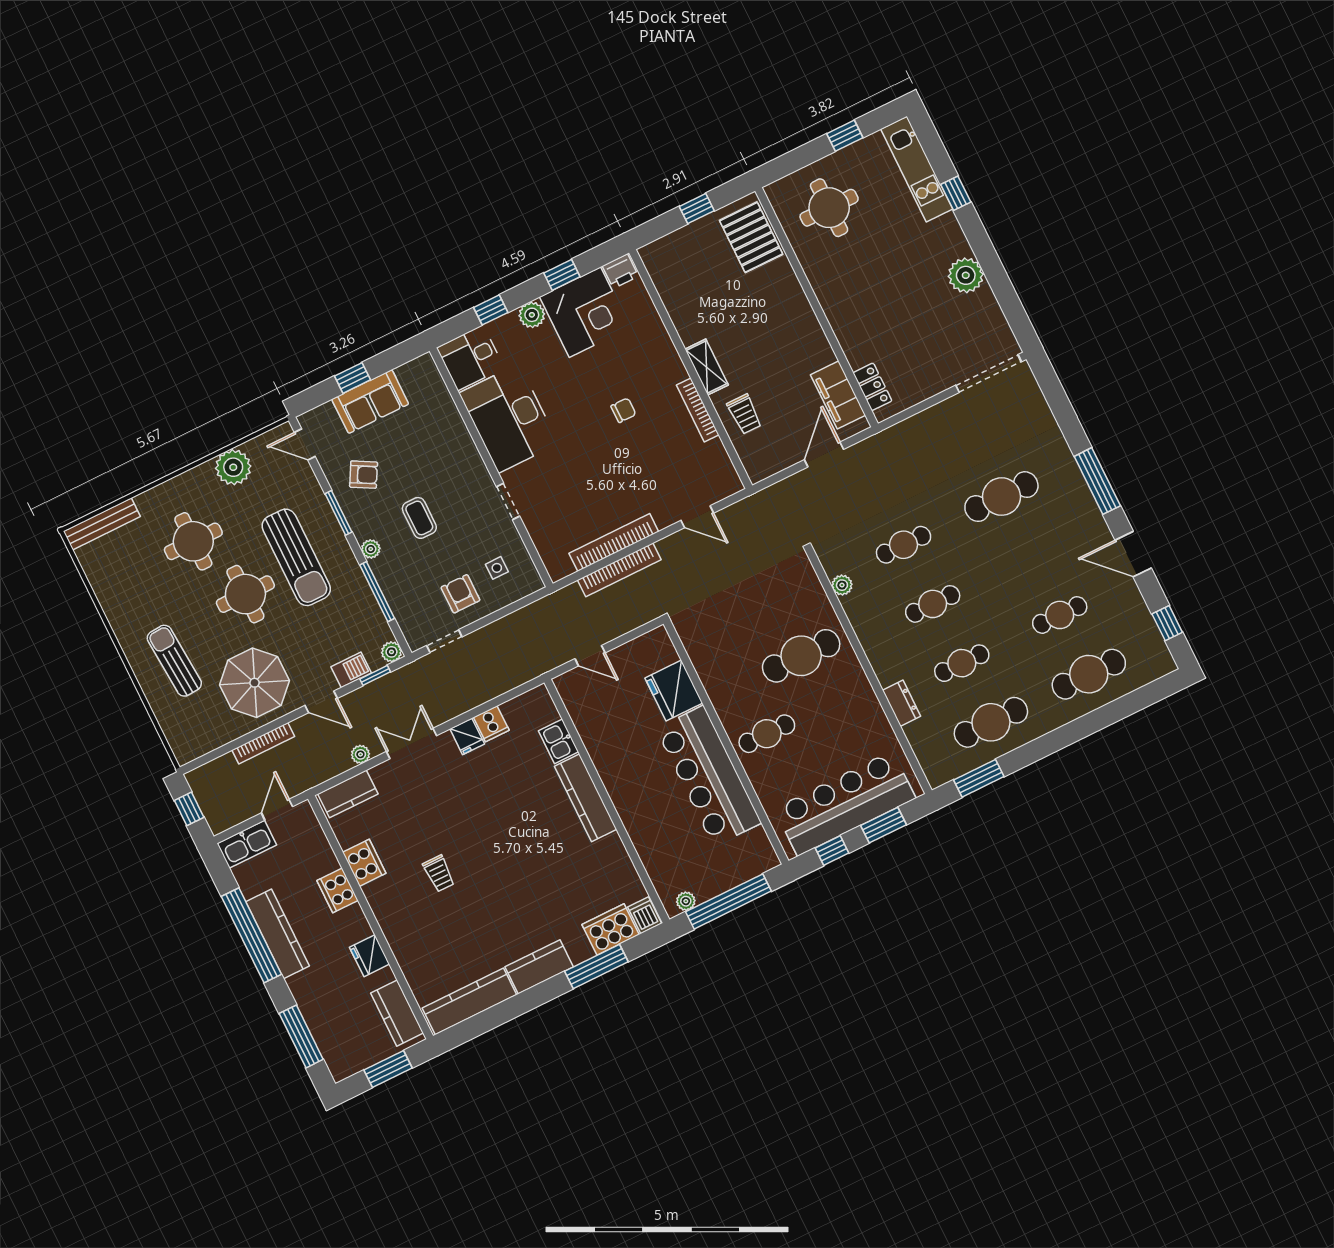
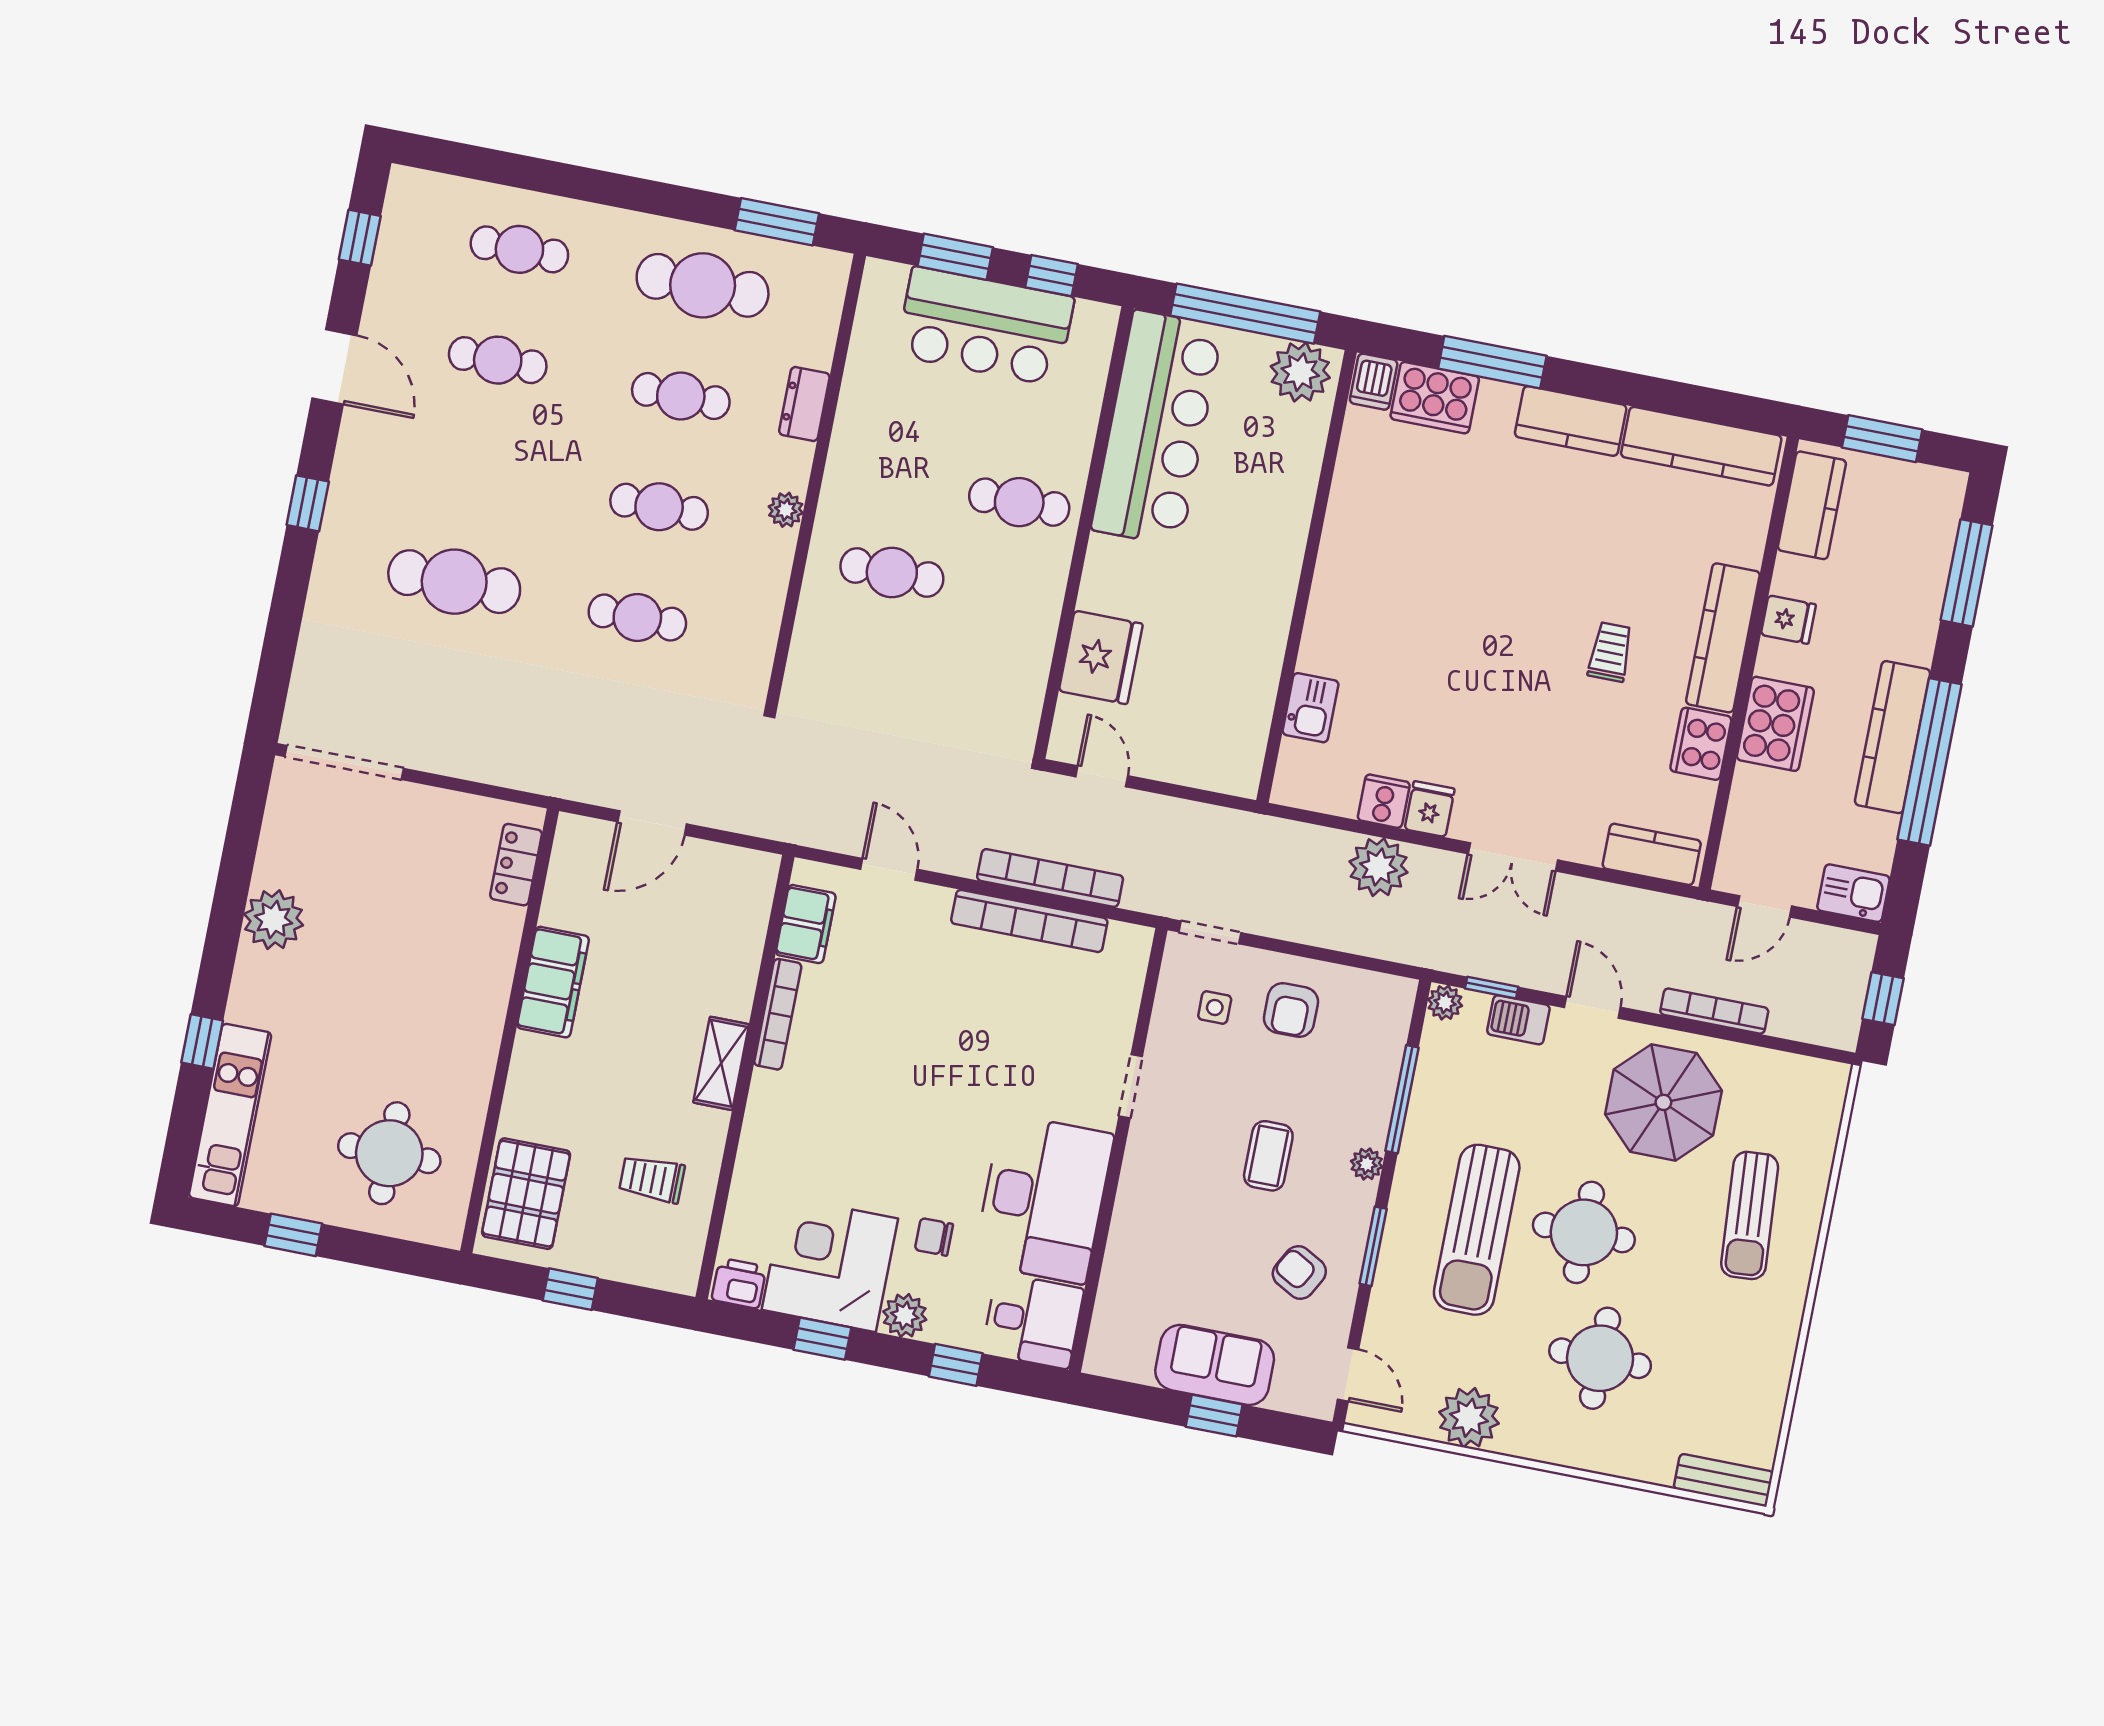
filing cabinet: (838, 395) -> (553, 982), moved
chair: (623, 410) -> (934, 1237), moved
trolley: (744, 414) -> (652, 1179), moved, turned -90
filing cabinet: (717, 462) -> (806, 924), added
window: (1097, 481) -> (308, 503), width x0.46
bench: (102, 524) -> (1723, 1480), width x0.73
sun lounger: (296, 557) -> (1477, 1230), turned 180
plant: (842, 585) -> (786, 510), moved
doorway: (444, 641) -> (1210, 932), moved
door: (590, 656) -> (1102, 776), moved
cafe table: (801, 656) -> (892, 573), width x0.73, depth x0.74
cafe table: (1089, 674) -> (519, 249), width x0.73, depth x0.74
plant: (360, 754) -> (1379, 867), moved, width x1.88, depth x1.88
bar counter: (709, 776) -> (1157, 428), moved
kitchen counter: (586, 798) -> (1723, 638), moved, turned 180
bar counter: (845, 803) -> (985, 326), width x0.73
kitchen sink: (247, 844) -> (1853, 893), width x0.73
cooker: (338, 890) -> (1775, 724), width x1.37, depth x1.31
plant: (686, 901) -> (1300, 372), width x1.87, depth x1.87
fridge: (369, 956) -> (1788, 620), width x0.72

